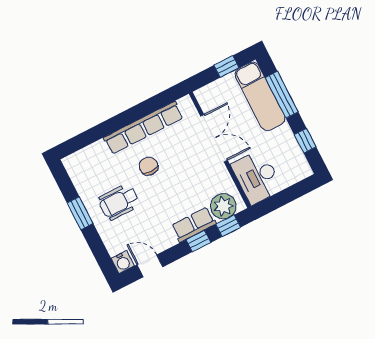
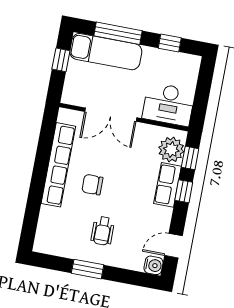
double door: (214, 138) -> (111, 115), swing flipped
wheelchair: (119, 202) -> (103, 231), width x0.73, depth x0.73

